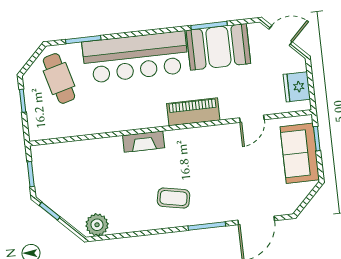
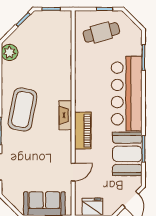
cafe table: (59, 78) -> (101, 32), moved
door: (252, 119) -> (73, 172), swing flipped
fireplace: (144, 142) -> (65, 115), moved
coffee table: (174, 198) -> (23, 109), width x1.86, depth x1.72

